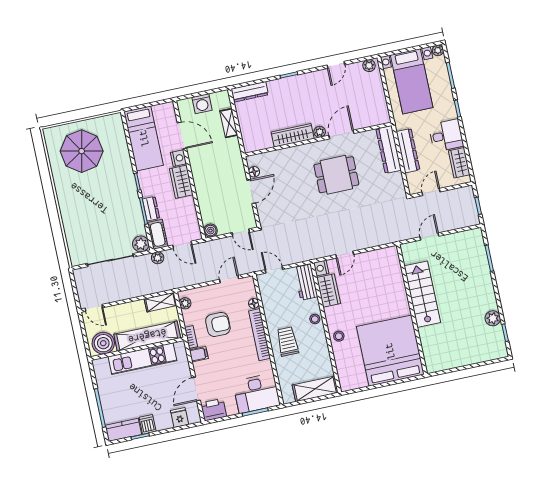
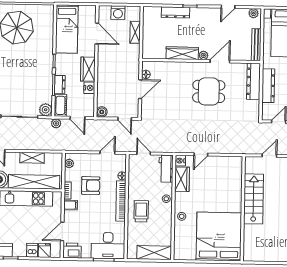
dresser: (250, 92) -> (176, 12), moved
bench: (381, 104) -> (256, 45), added
nightstand: (178, 158) -> (89, 88), moved
shelving: (161, 302) -> (32, 158), moved
dishwasher: (148, 424) -> (32, 250), moved

